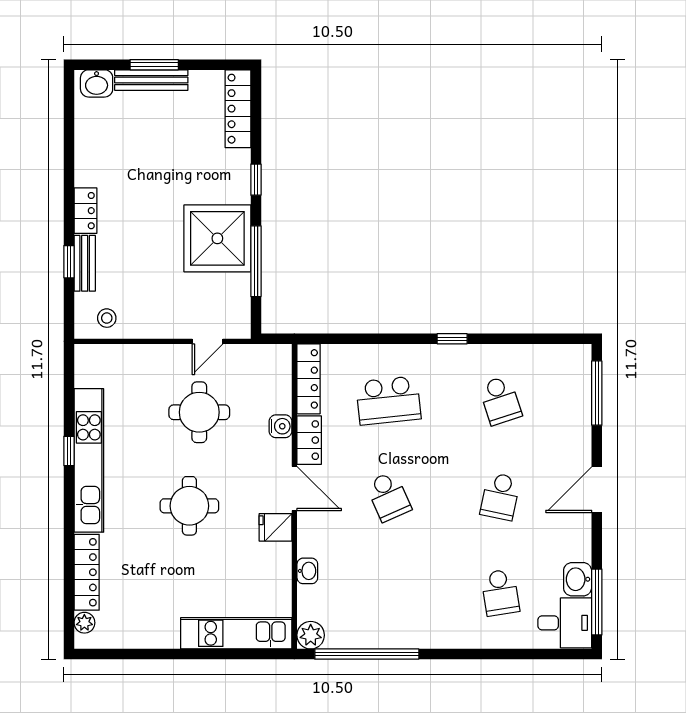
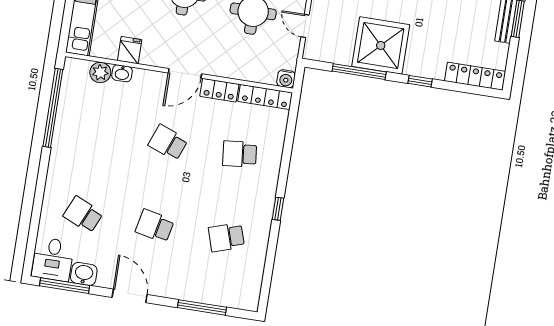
window: (597, 393) -> (202, 307), moved
school desk: (388, 400) -> (240, 154), width x0.54
water cooler: (280, 426) -> (286, 79), moved
door: (597, 490) -> (130, 296), moved
school desk: (388, 496) -> (168, 143), turned 45
fridge: (275, 527) -> (130, 50), moved
school desk: (500, 592) -> (83, 215), turned 33
plant: (311, 635) -> (100, 72), moved

